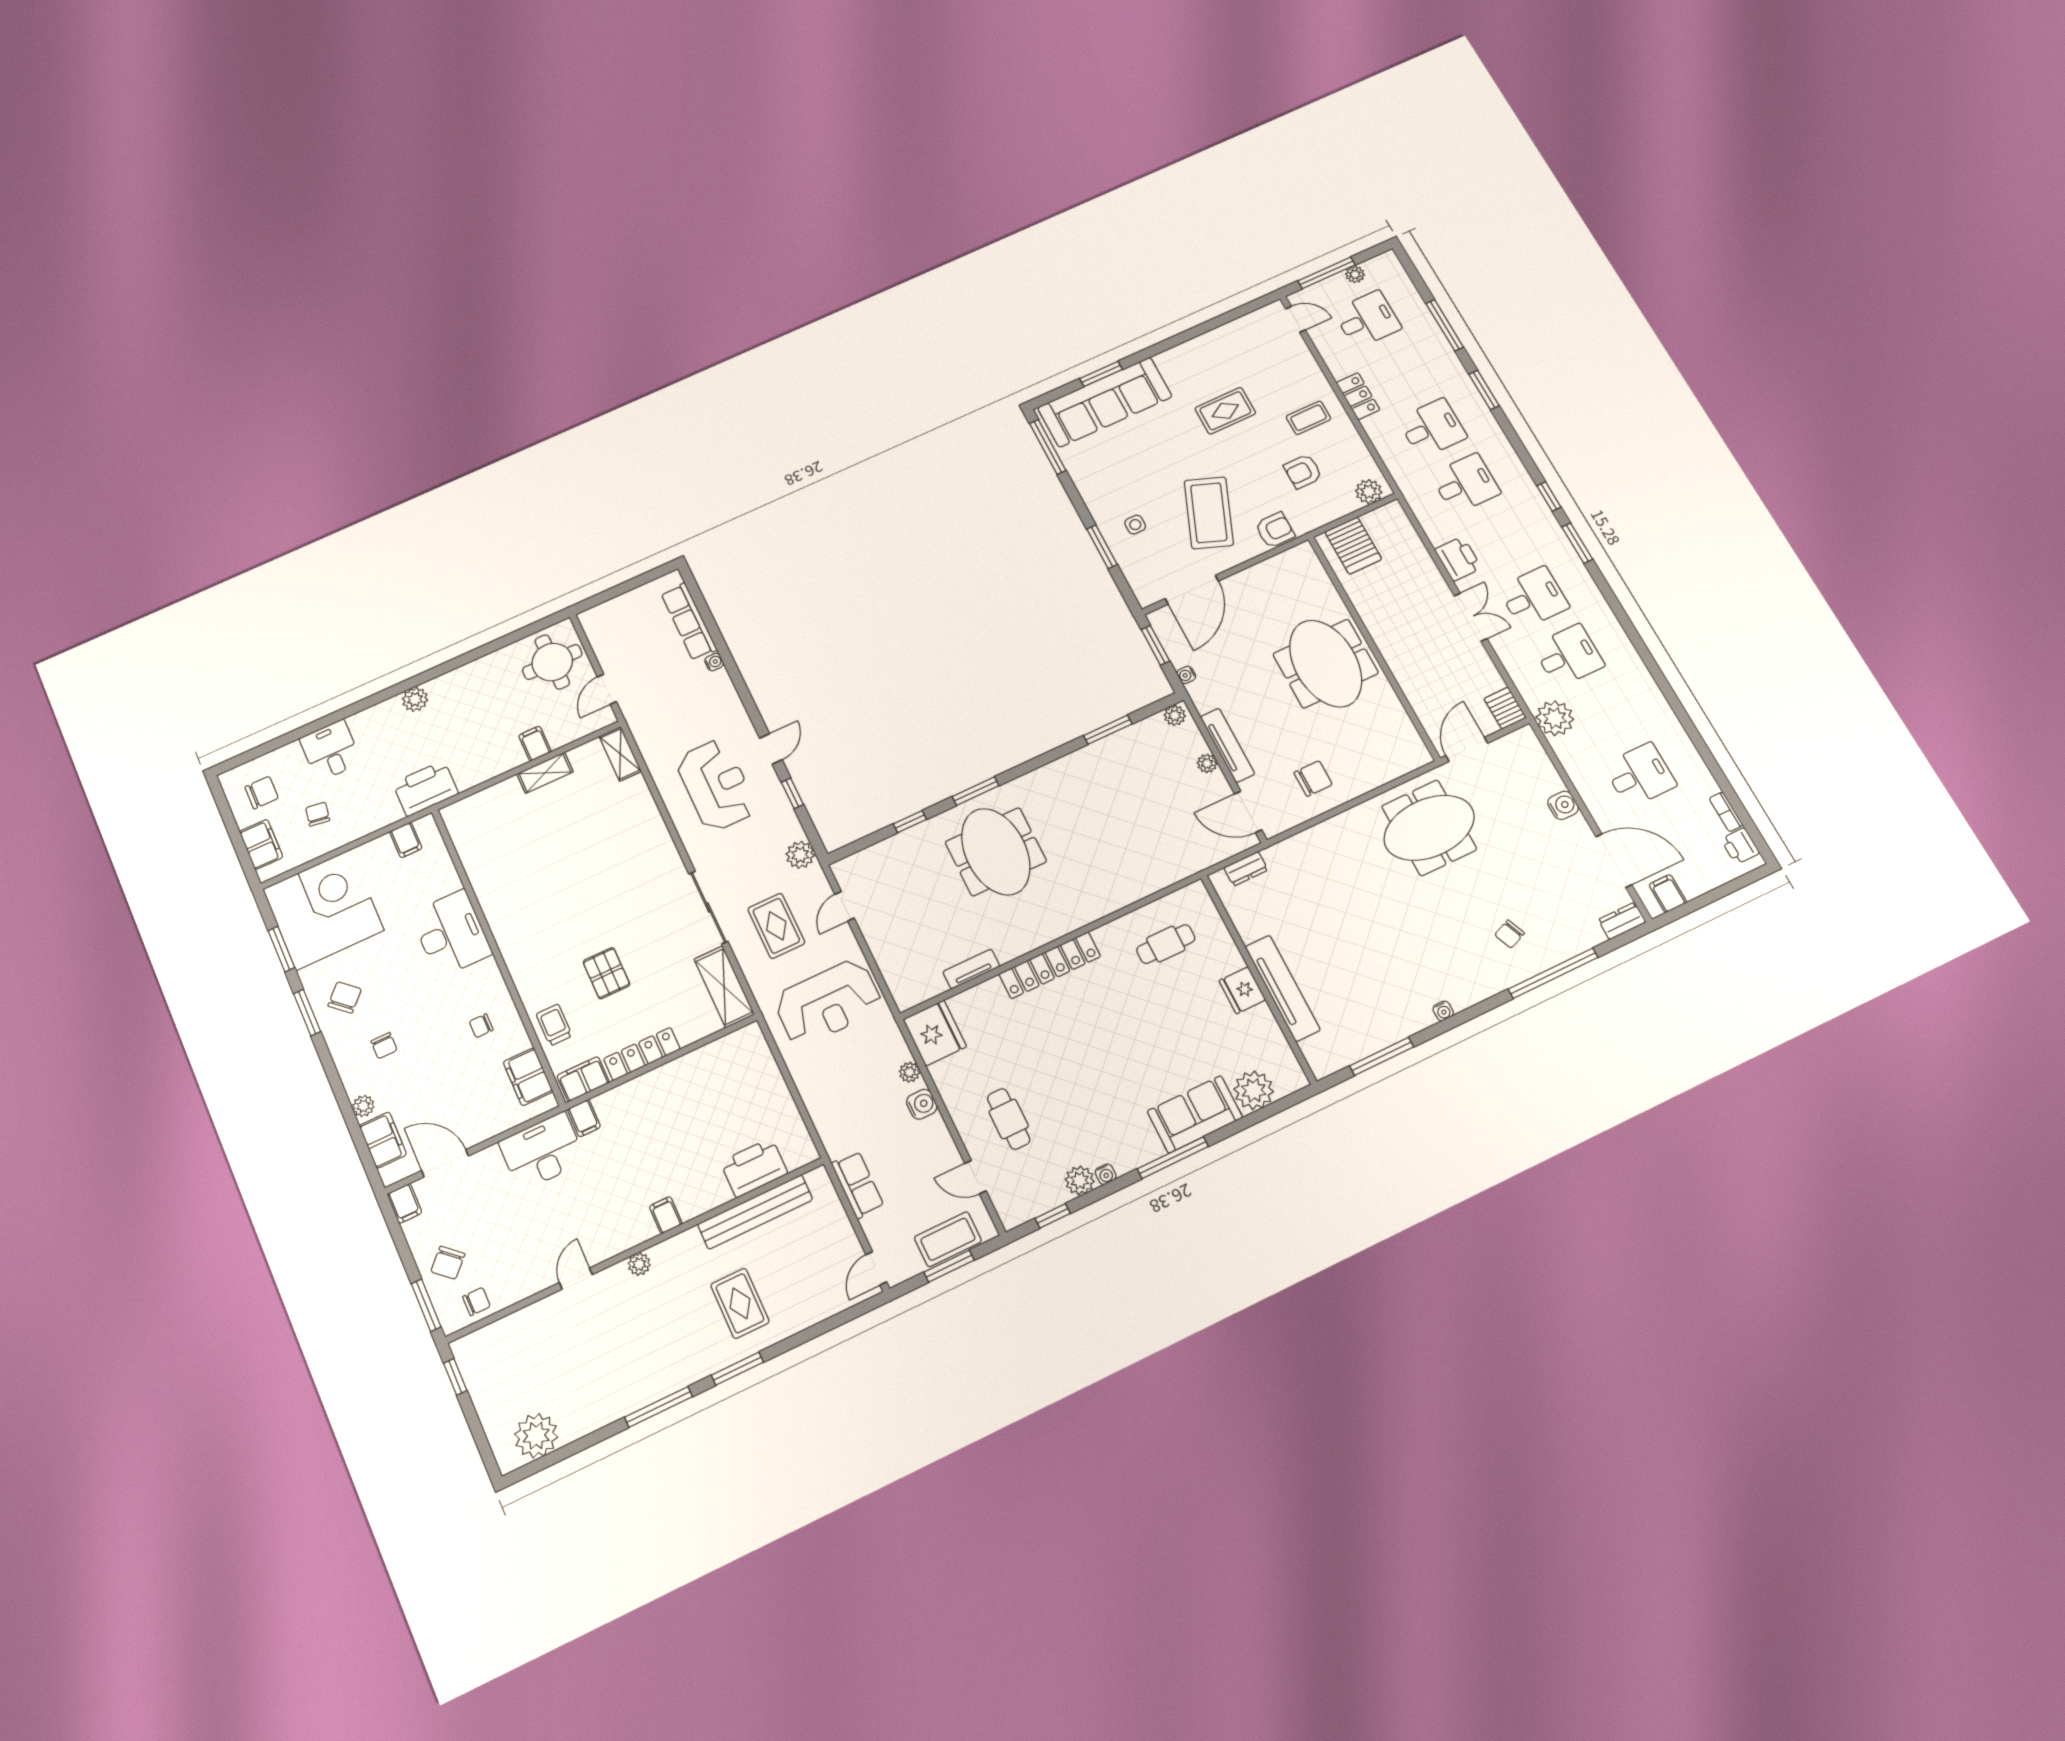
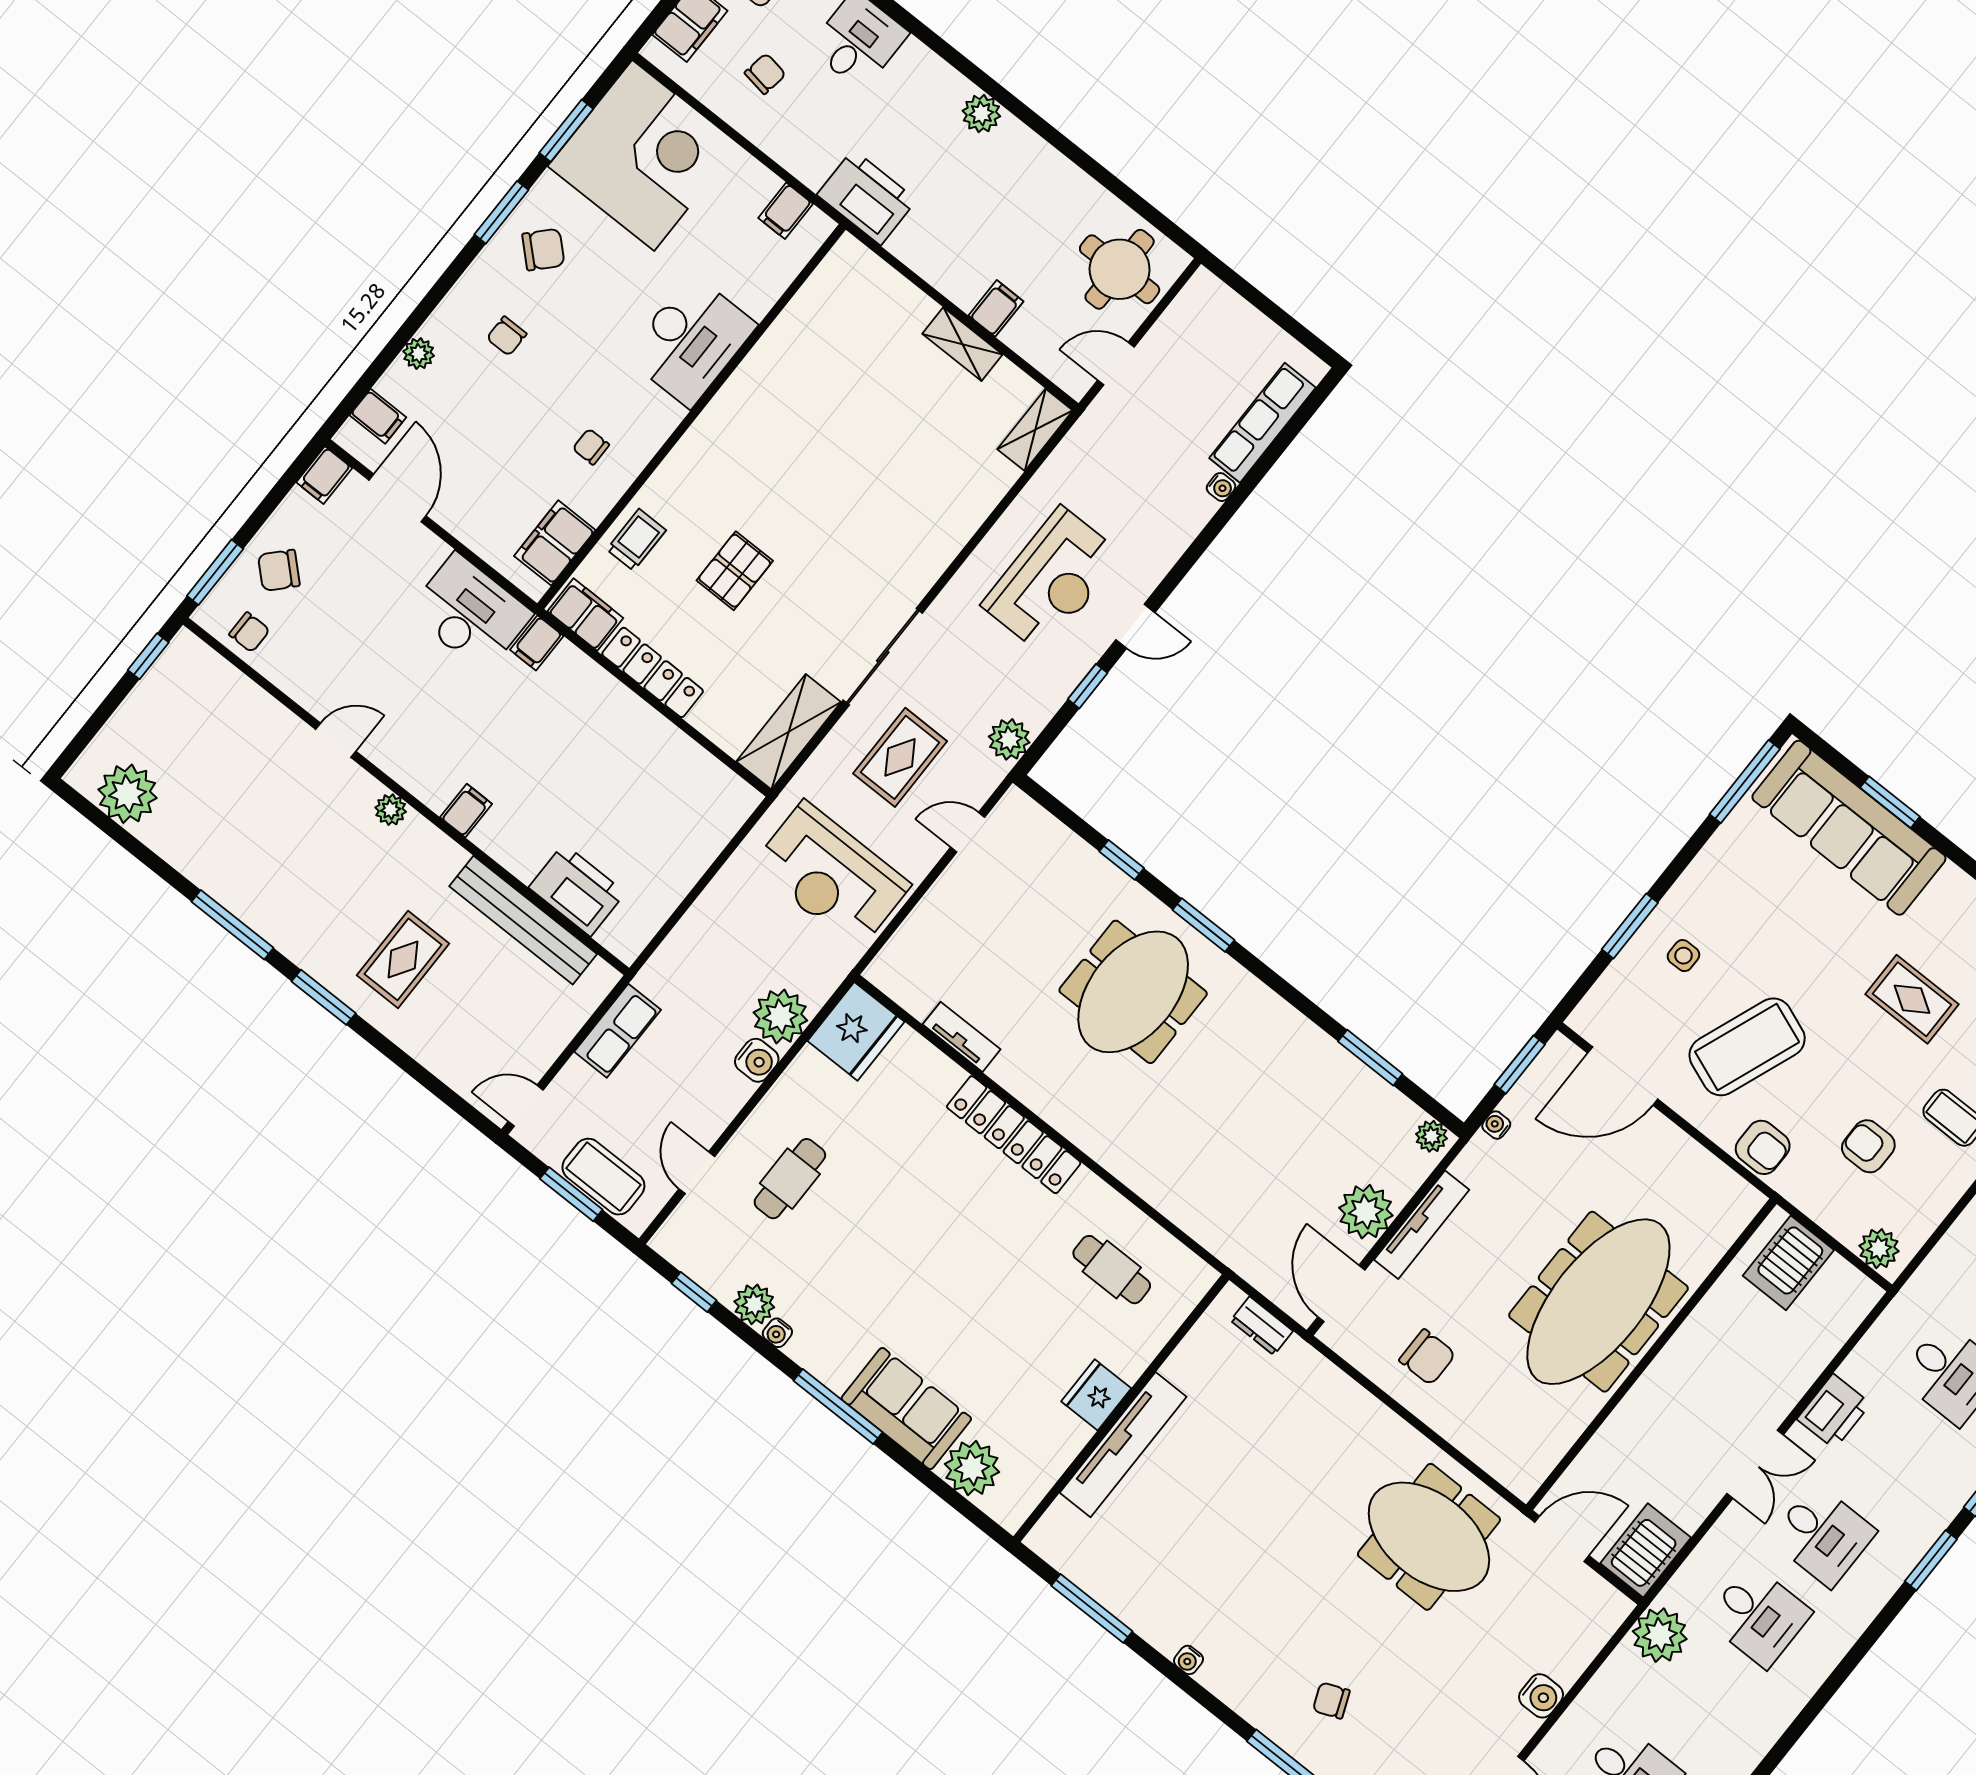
meeting table: (1326, 664) -> (1598, 1302), width x1.36
server rack: (1505, 708) -> (1646, 1550), width x1.36, depth x1.44
plant: (1207, 763) -> (1366, 1212), width x1.88, depth x1.88
plant: (909, 1072) -> (780, 1017), width x1.88, depth x1.88
filing cabinet: (383, 1140) -> (378, 416), width x0.50

